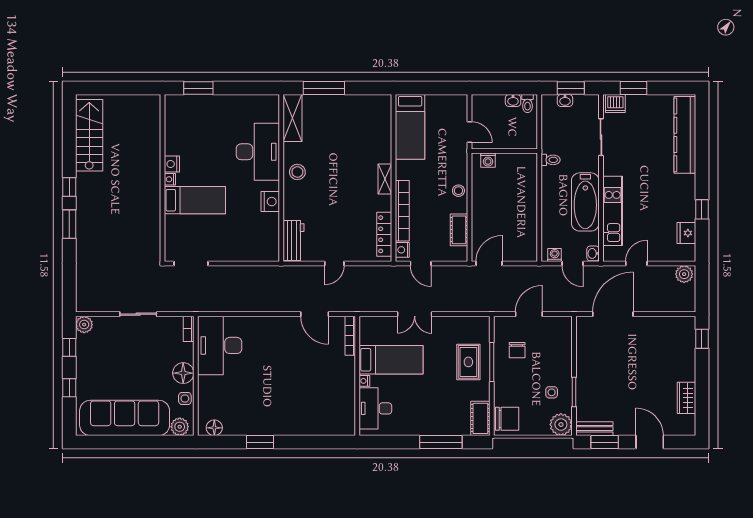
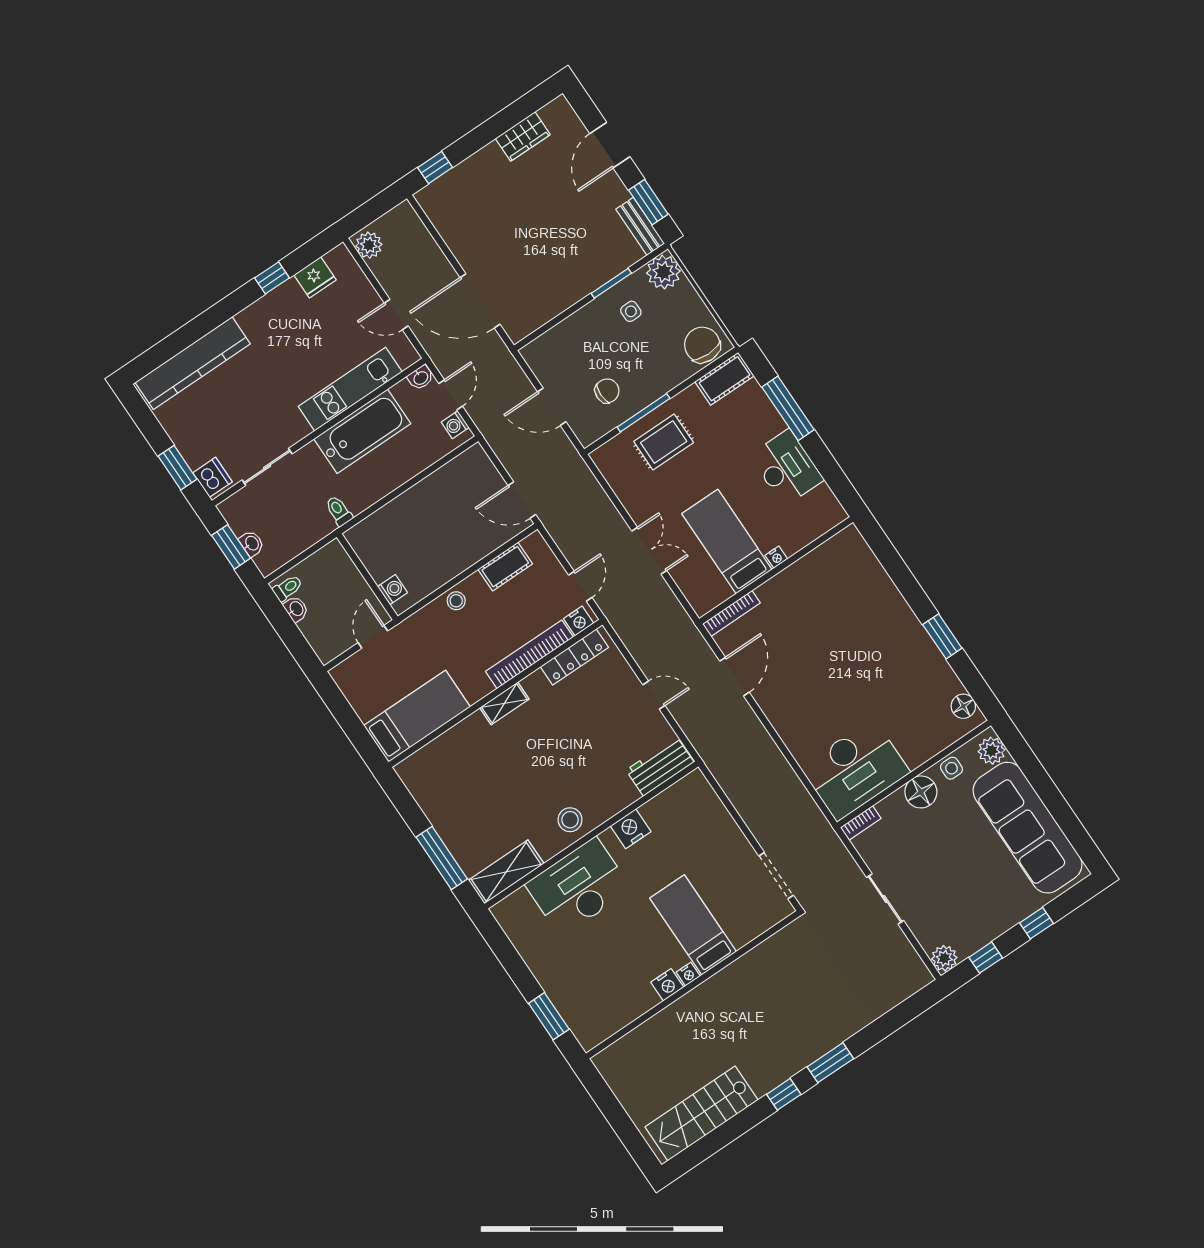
desk: (375, 408) -> (787, 468), moved, turned -90

